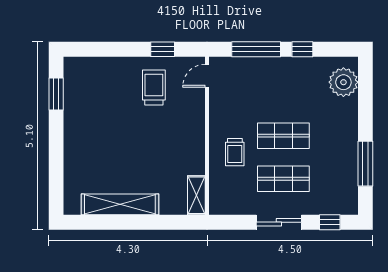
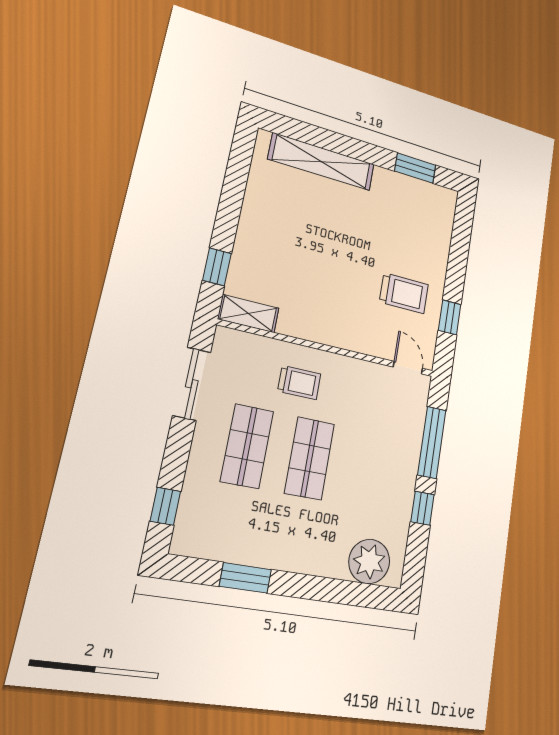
trolley: (235, 152) -> (299, 383), turned 180
window: (365, 164) -> (245, 578), width x0.69
shelving: (120, 204) -> (322, 162), moved, turned 90
window: (170, 222) -> (217, 267), added
sliding door: (279, 222) -> (192, 384), moved

